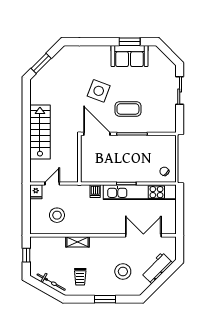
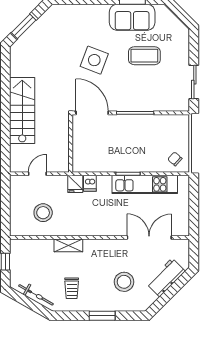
sliding door: (180, 90) -> (194, 82), moved
coffee table: (128, 109) -> (144, 56), moved
fridge: (36, 192) -> (75, 184), moved
kitchen unit: (140, 192) -> (145, 184), width x0.73

